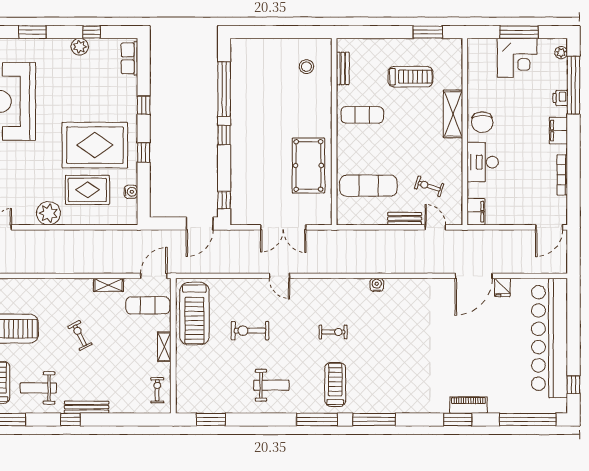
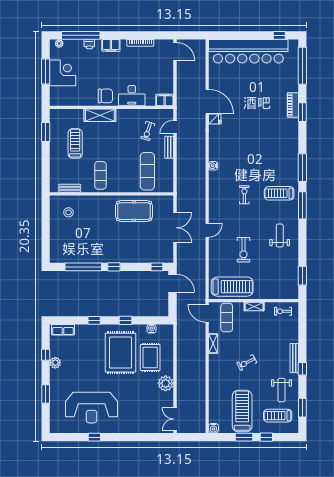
fridge: (502, 287) -> (215, 119), moved

